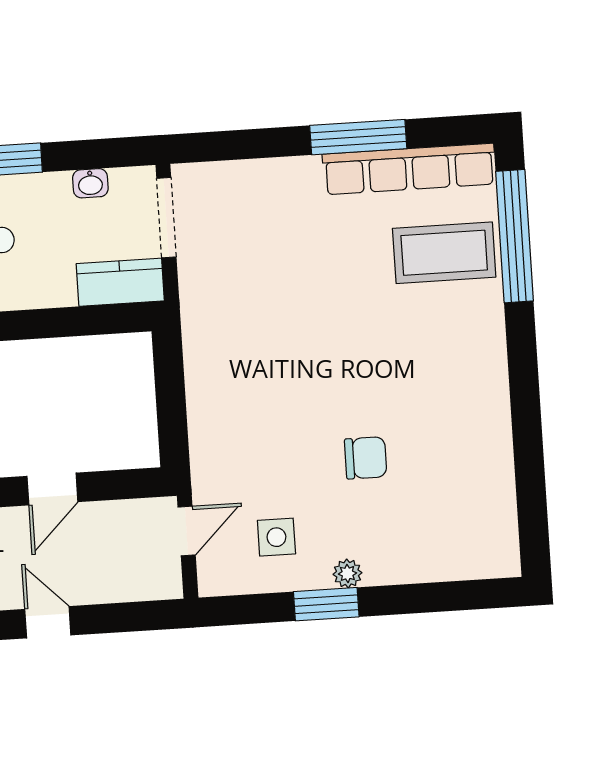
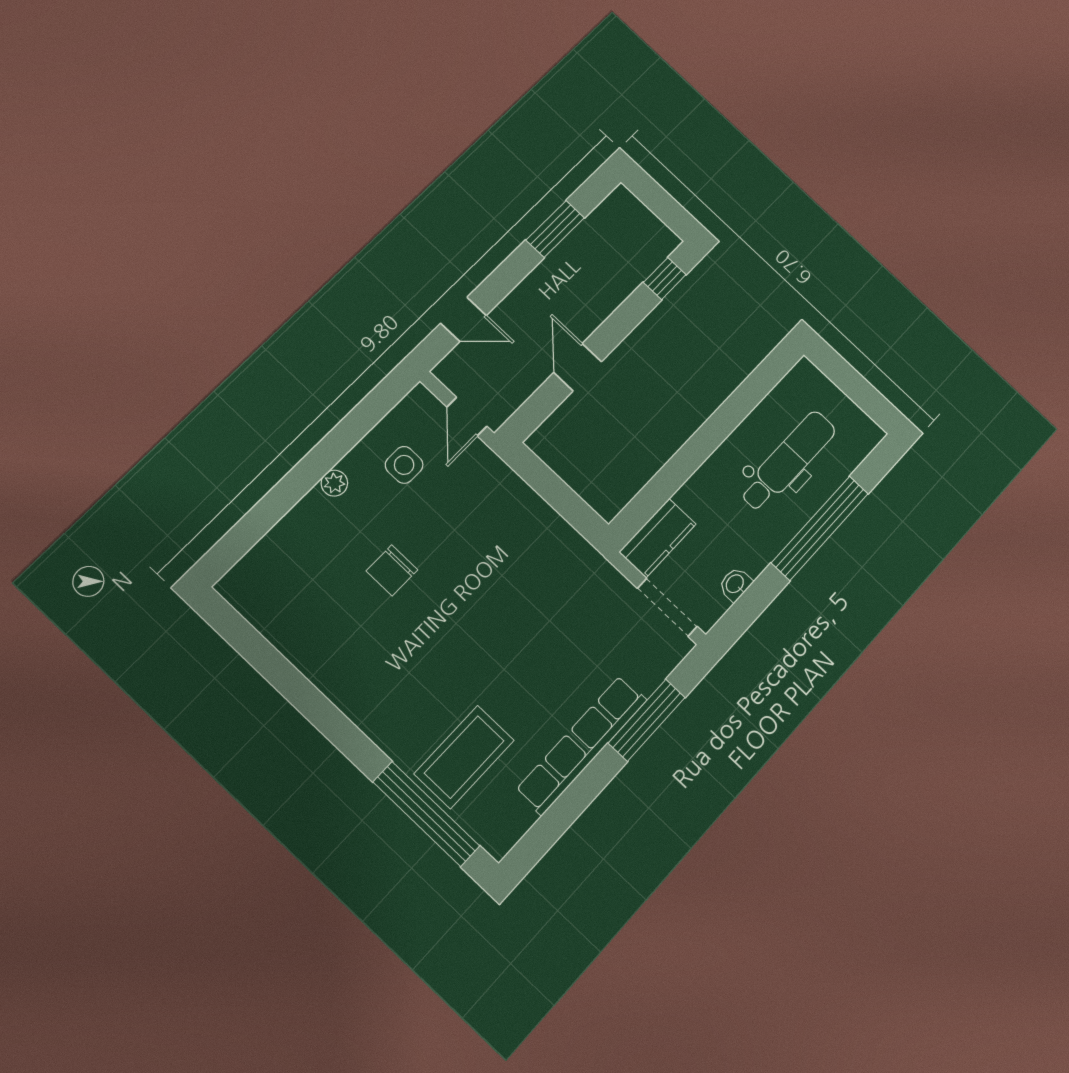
window: (358, 137) -> (647, 720), moved
row of seats: (409, 169) -> (582, 745), moved
window: (326, 604) -> (330, 450), removed
door: (48, 622) -> (463, 319), moved

